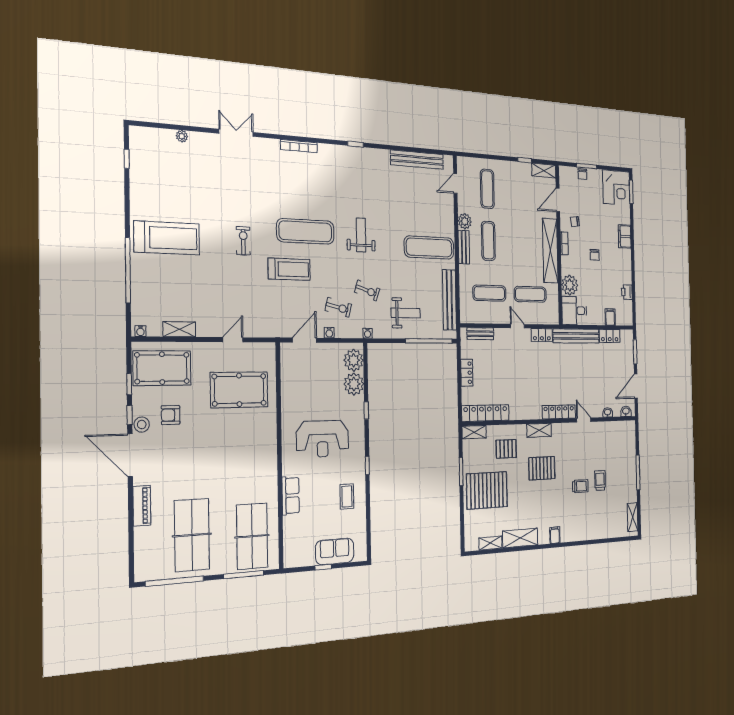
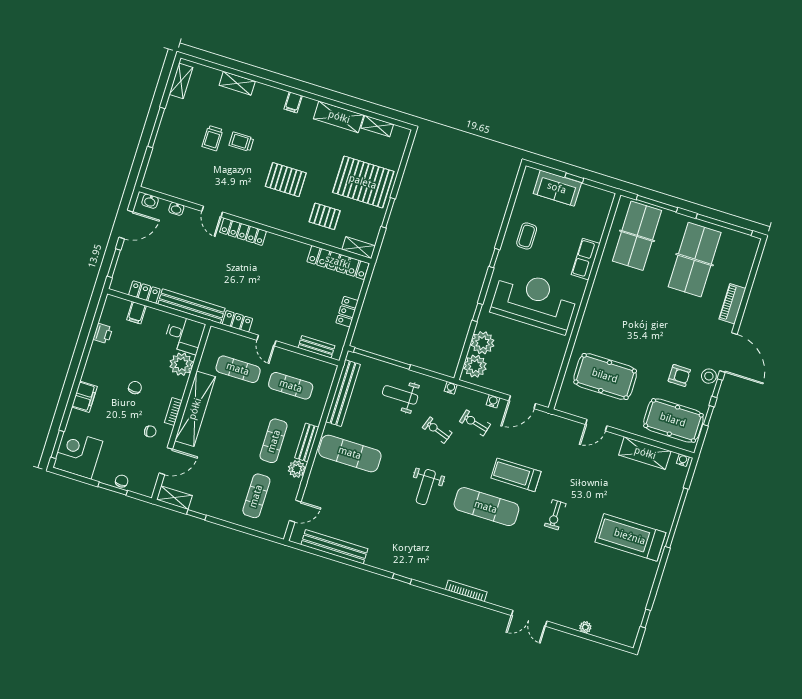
shelving: (179, 329) -> (645, 453), width x1.50, depth x1.33
shelving: (539, 430) -> (237, 83), moved
reception desk: (323, 439) -> (534, 301), width x1.36, depth x1.30

